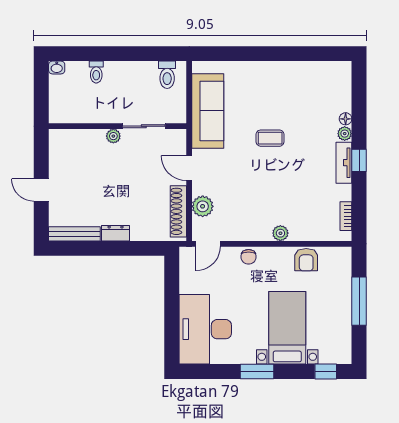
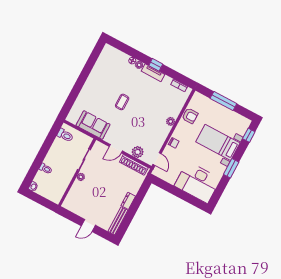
sofa: (208, 111) -> (93, 125), width x0.73

